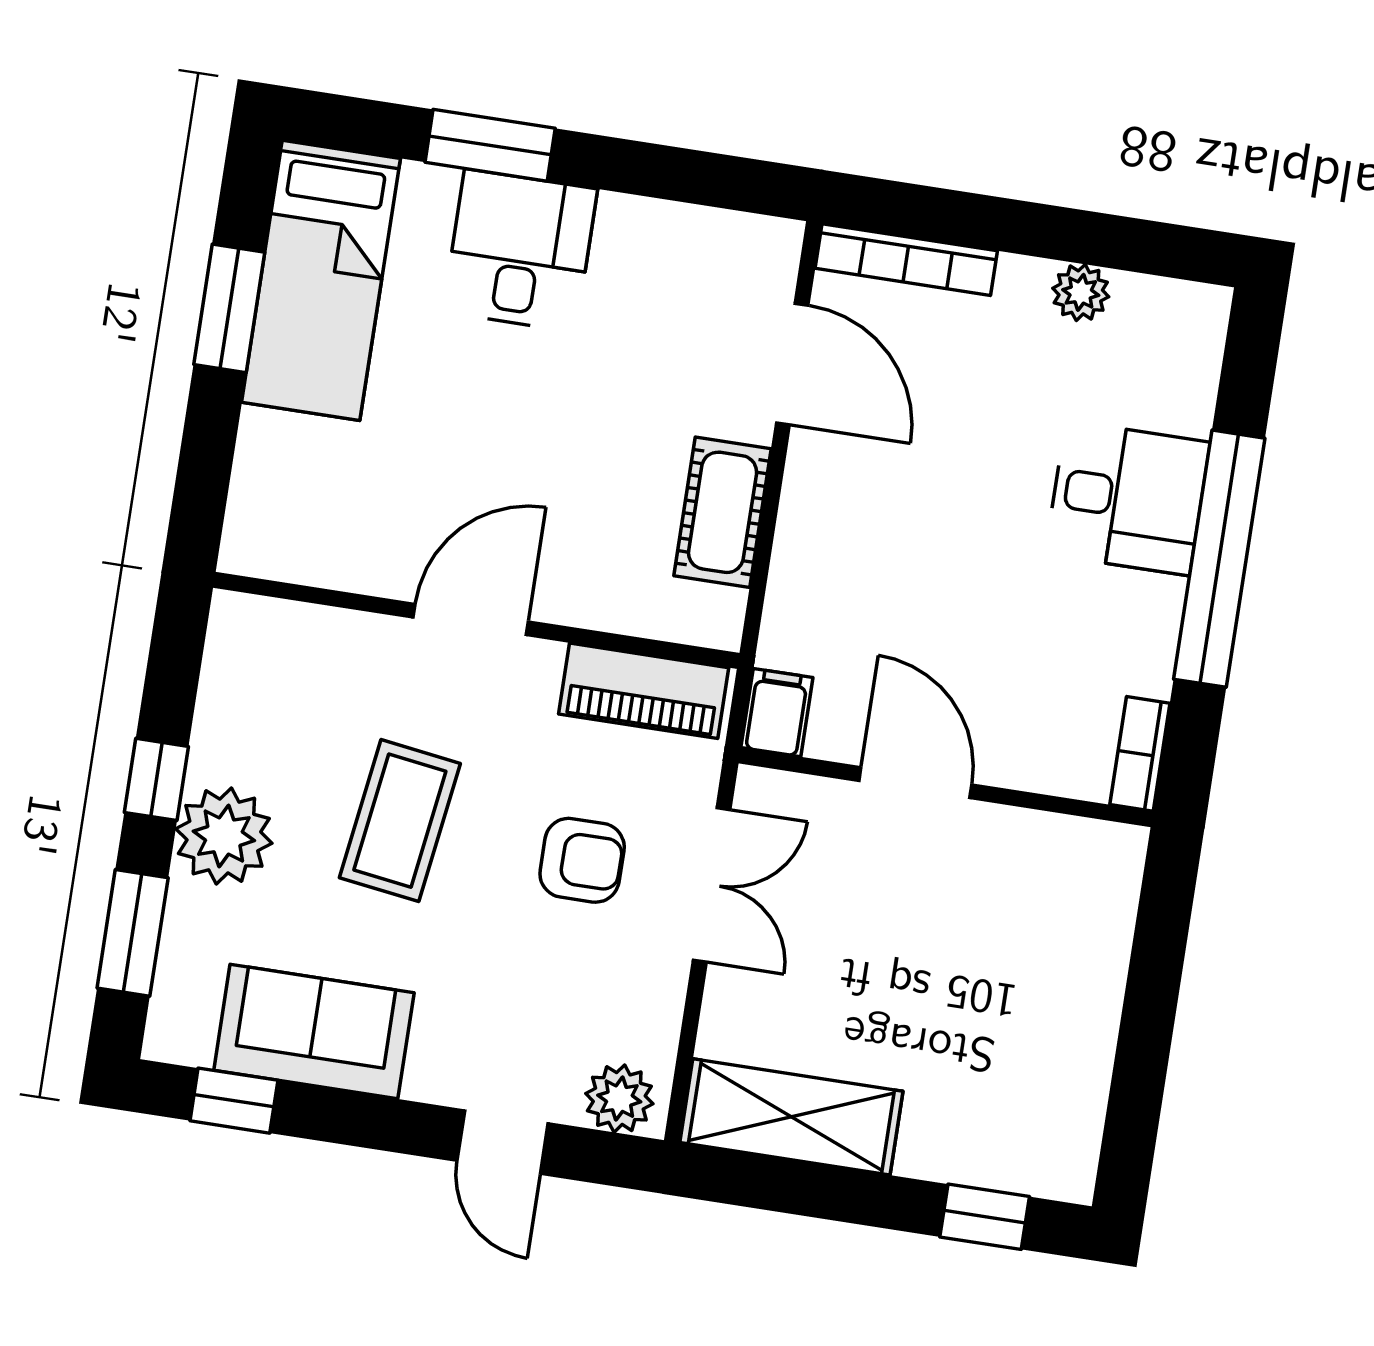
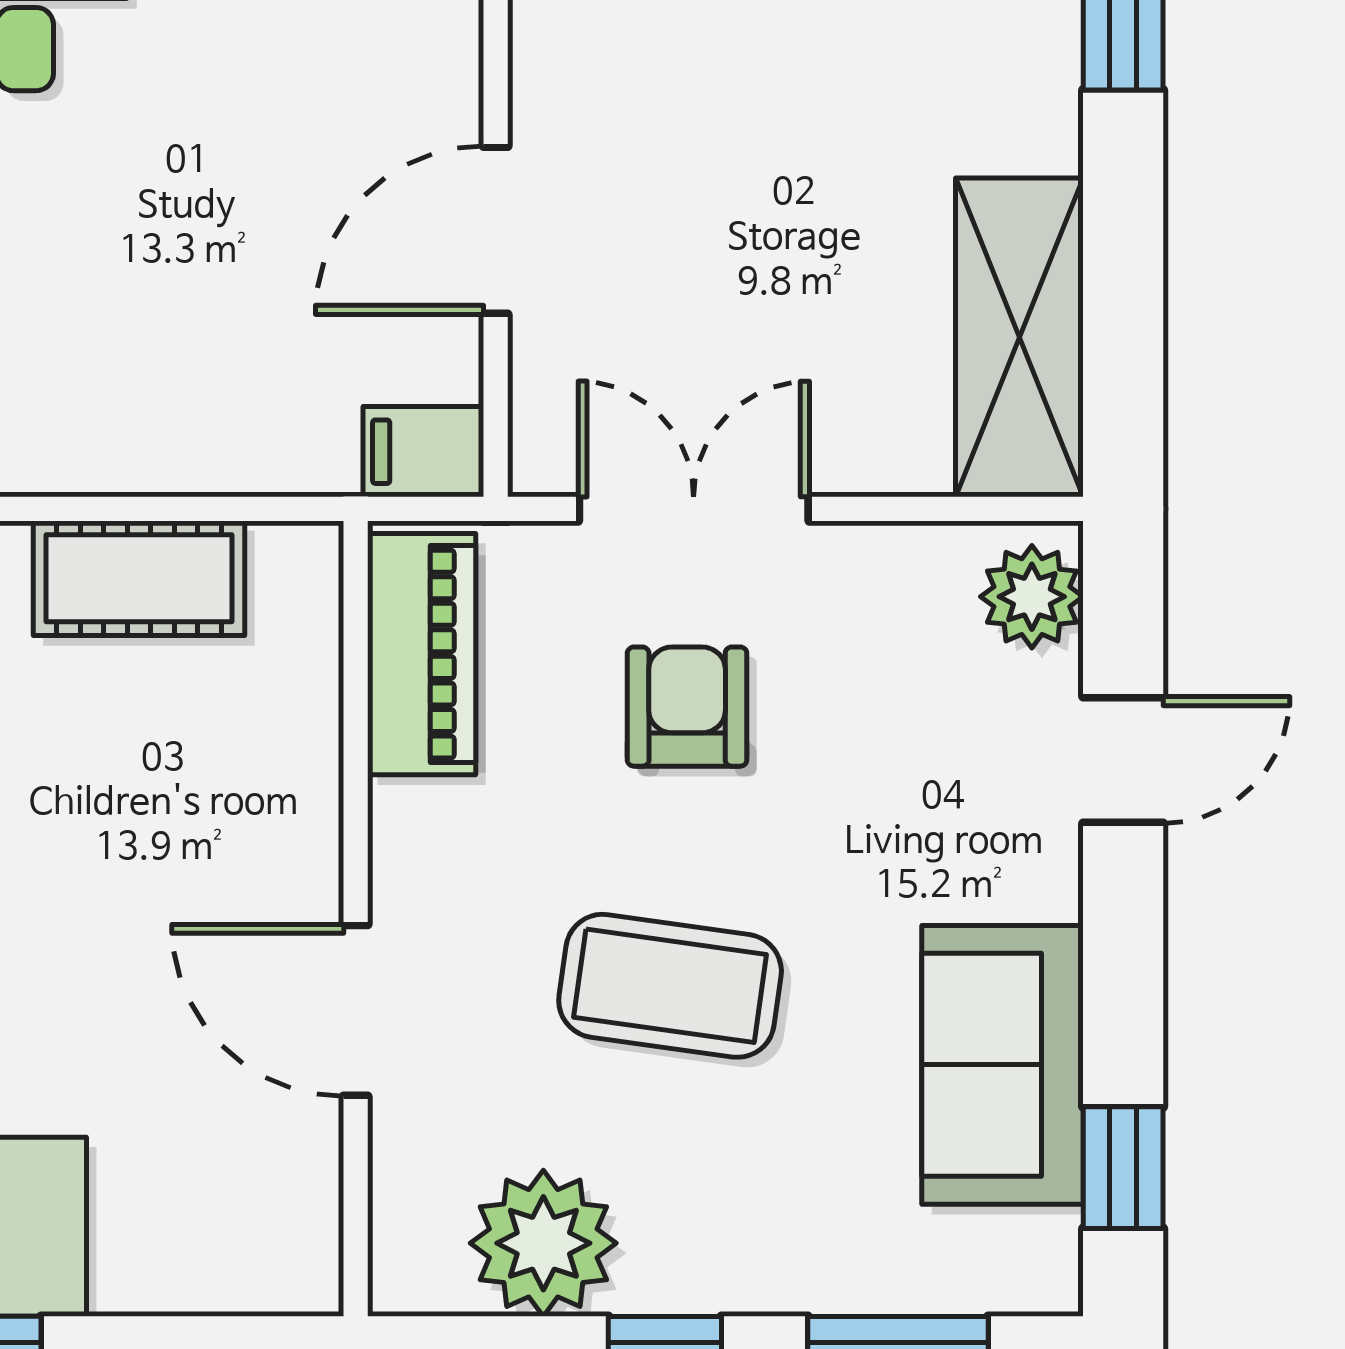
door: (471, 620) -> (356, 1010), moved
plant: (224, 836) -> (543, 1243), moved

